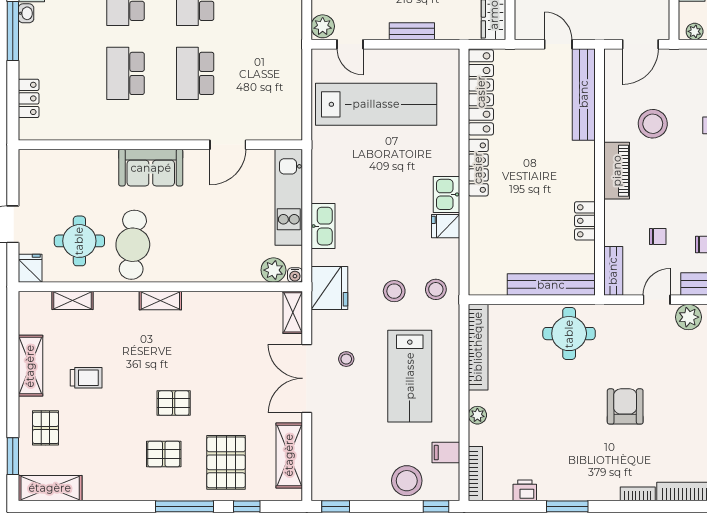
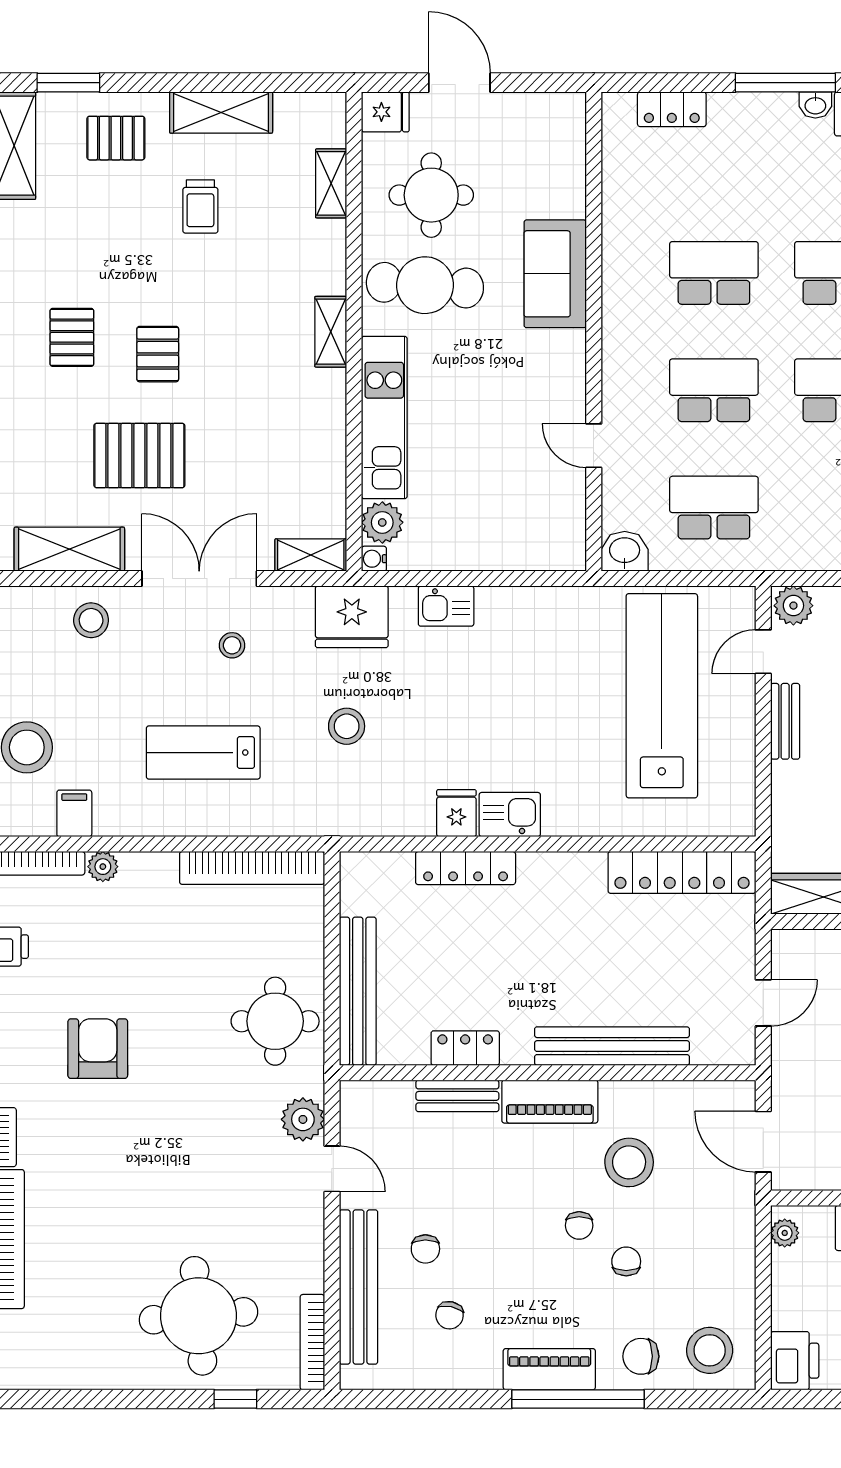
bench: (412, 31) -> (785, 721), moved
school desk: (265, 73) -> (714, 508), added
bench: (584, 94) -> (612, 1046), moved
lab bench: (376, 104) -> (662, 696), turned 180
washbasin: (291, 126) -> (625, 551), added
door: (228, 145) -> (594, 446), width x0.73
sofa: (151, 168) -> (555, 274), moved
locker: (478, 168) -> (466, 868), moved
kitchen unit: (289, 197) -> (384, 418), moved, turned 90
kitchen sink: (323, 226) -> (446, 606), width x0.73
chair: (658, 237) -> (579, 1225), moved
bench: (613, 271) -> (457, 1096), moved
stool: (436, 289) -> (91, 620), moved
plant: (689, 317) -> (303, 1119), moved
lab bench: (410, 376) -> (203, 753), width x0.73, depth x0.72
armchair: (625, 406) -> (98, 1049), moved, turned -90
plant: (477, 415) -> (103, 867), moved
pallet: (226, 462) -> (139, 456), moved

